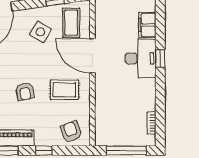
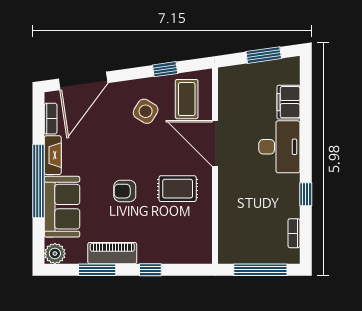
window: (160, 59) -> (306, 194), moved
armchair: (25, 92) -> (125, 191), turned 101
armchair: (71, 132) -> (187, 245), removed

